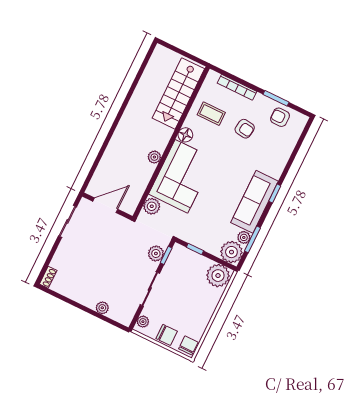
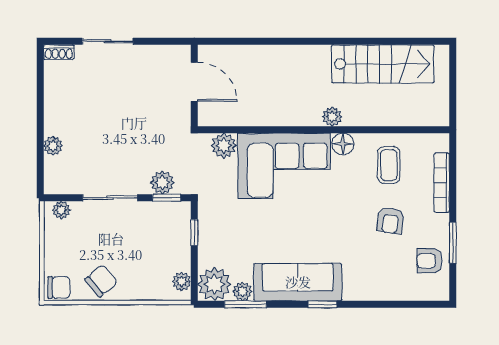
stairs: (178, 93) -> (383, 64), moved, turned 180
armchair: (280, 117) -> (430, 261), turned -90
plant: (154, 157) -> (332, 117), moved
sliding door: (68, 221) -> (108, 41), moved
plant: (218, 276) -> (182, 281), width x0.53, depth x0.53
chair: (167, 335) -> (101, 281), moved, turned -130

